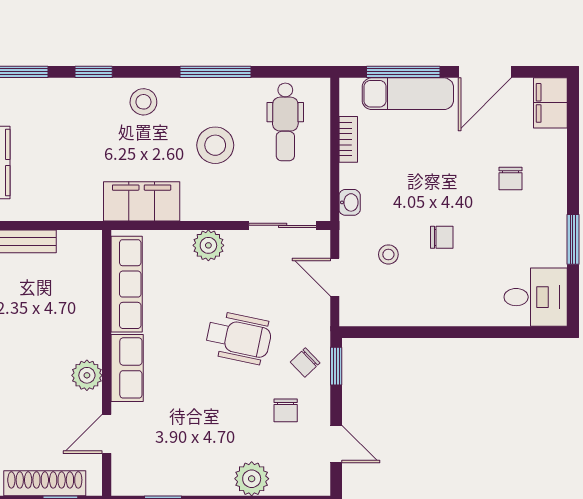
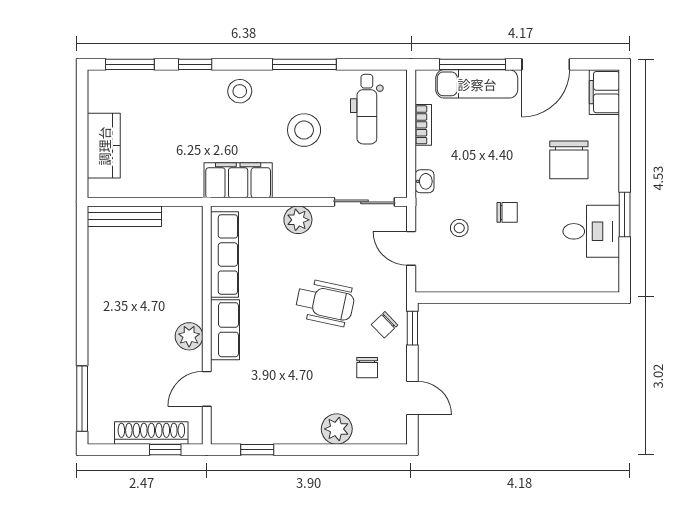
chair: (511, 178) -> (569, 160), width x1.87, depth x1.87
desk: (536, 297) -> (591, 231), moved

